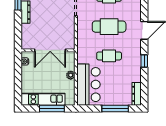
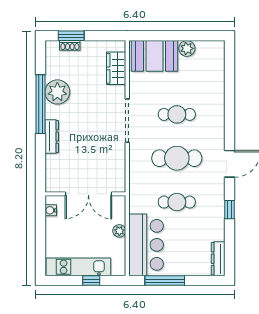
window: (52, 108) -> (91, 281), width x0.46
window: (115, 108) -> (165, 281), moved

